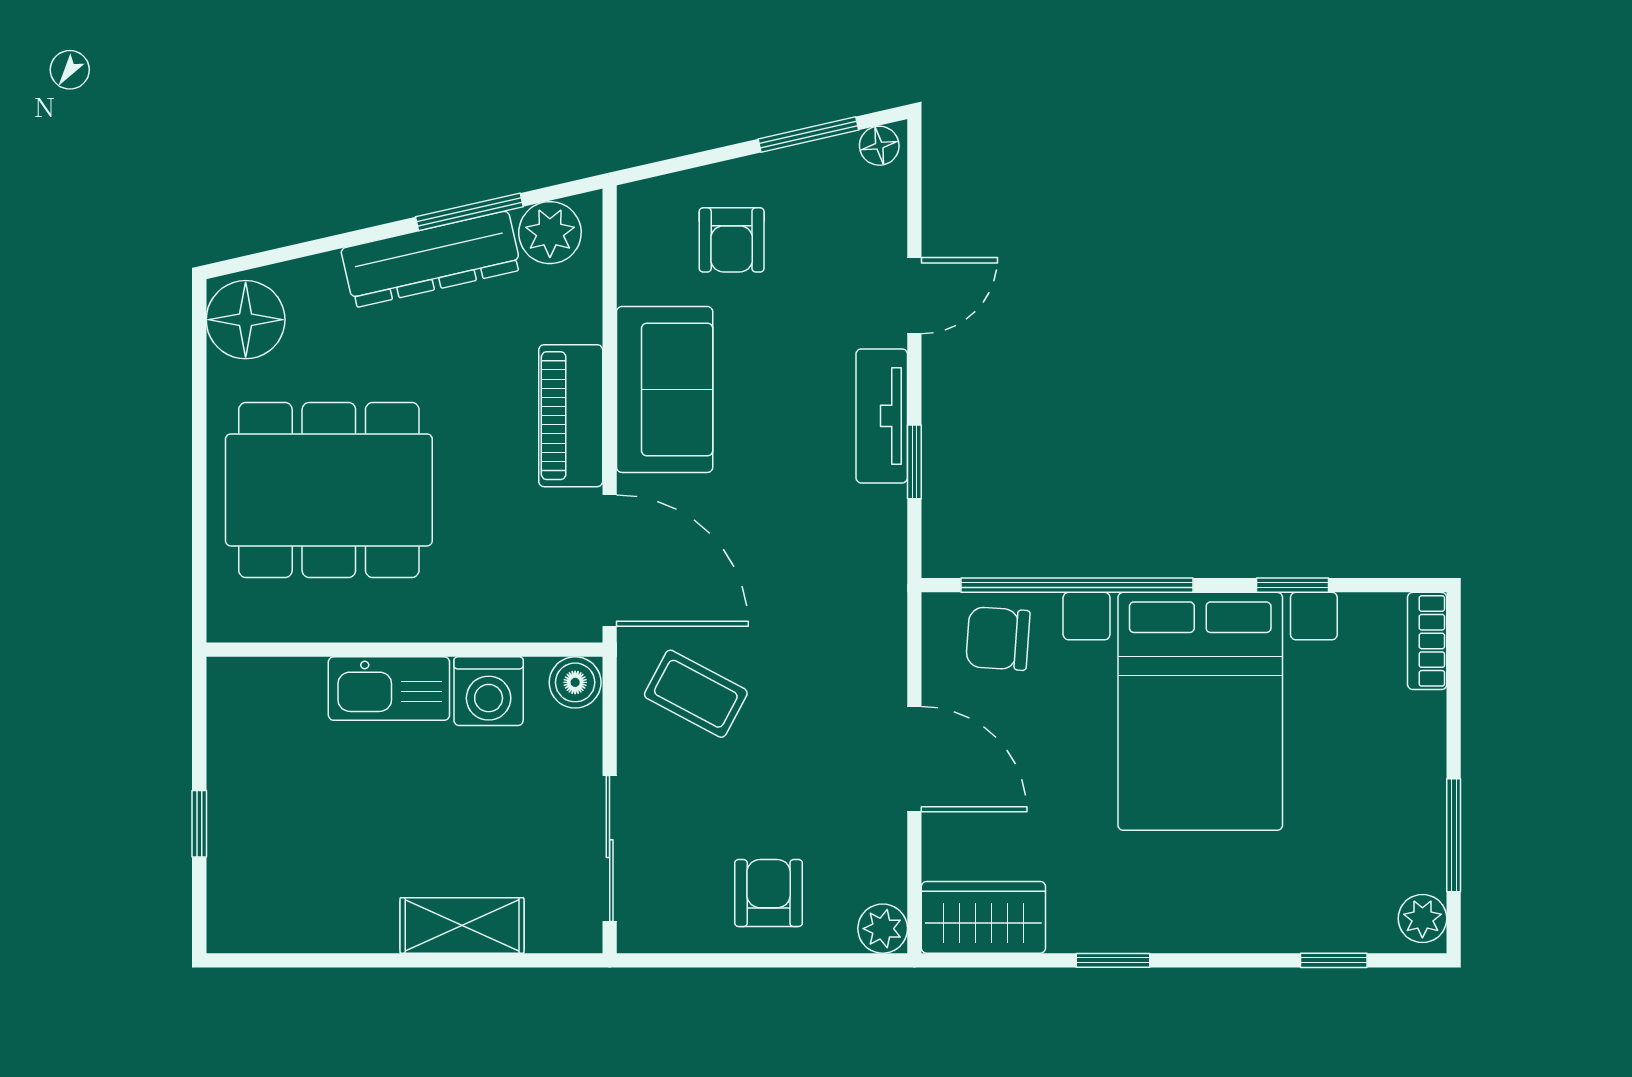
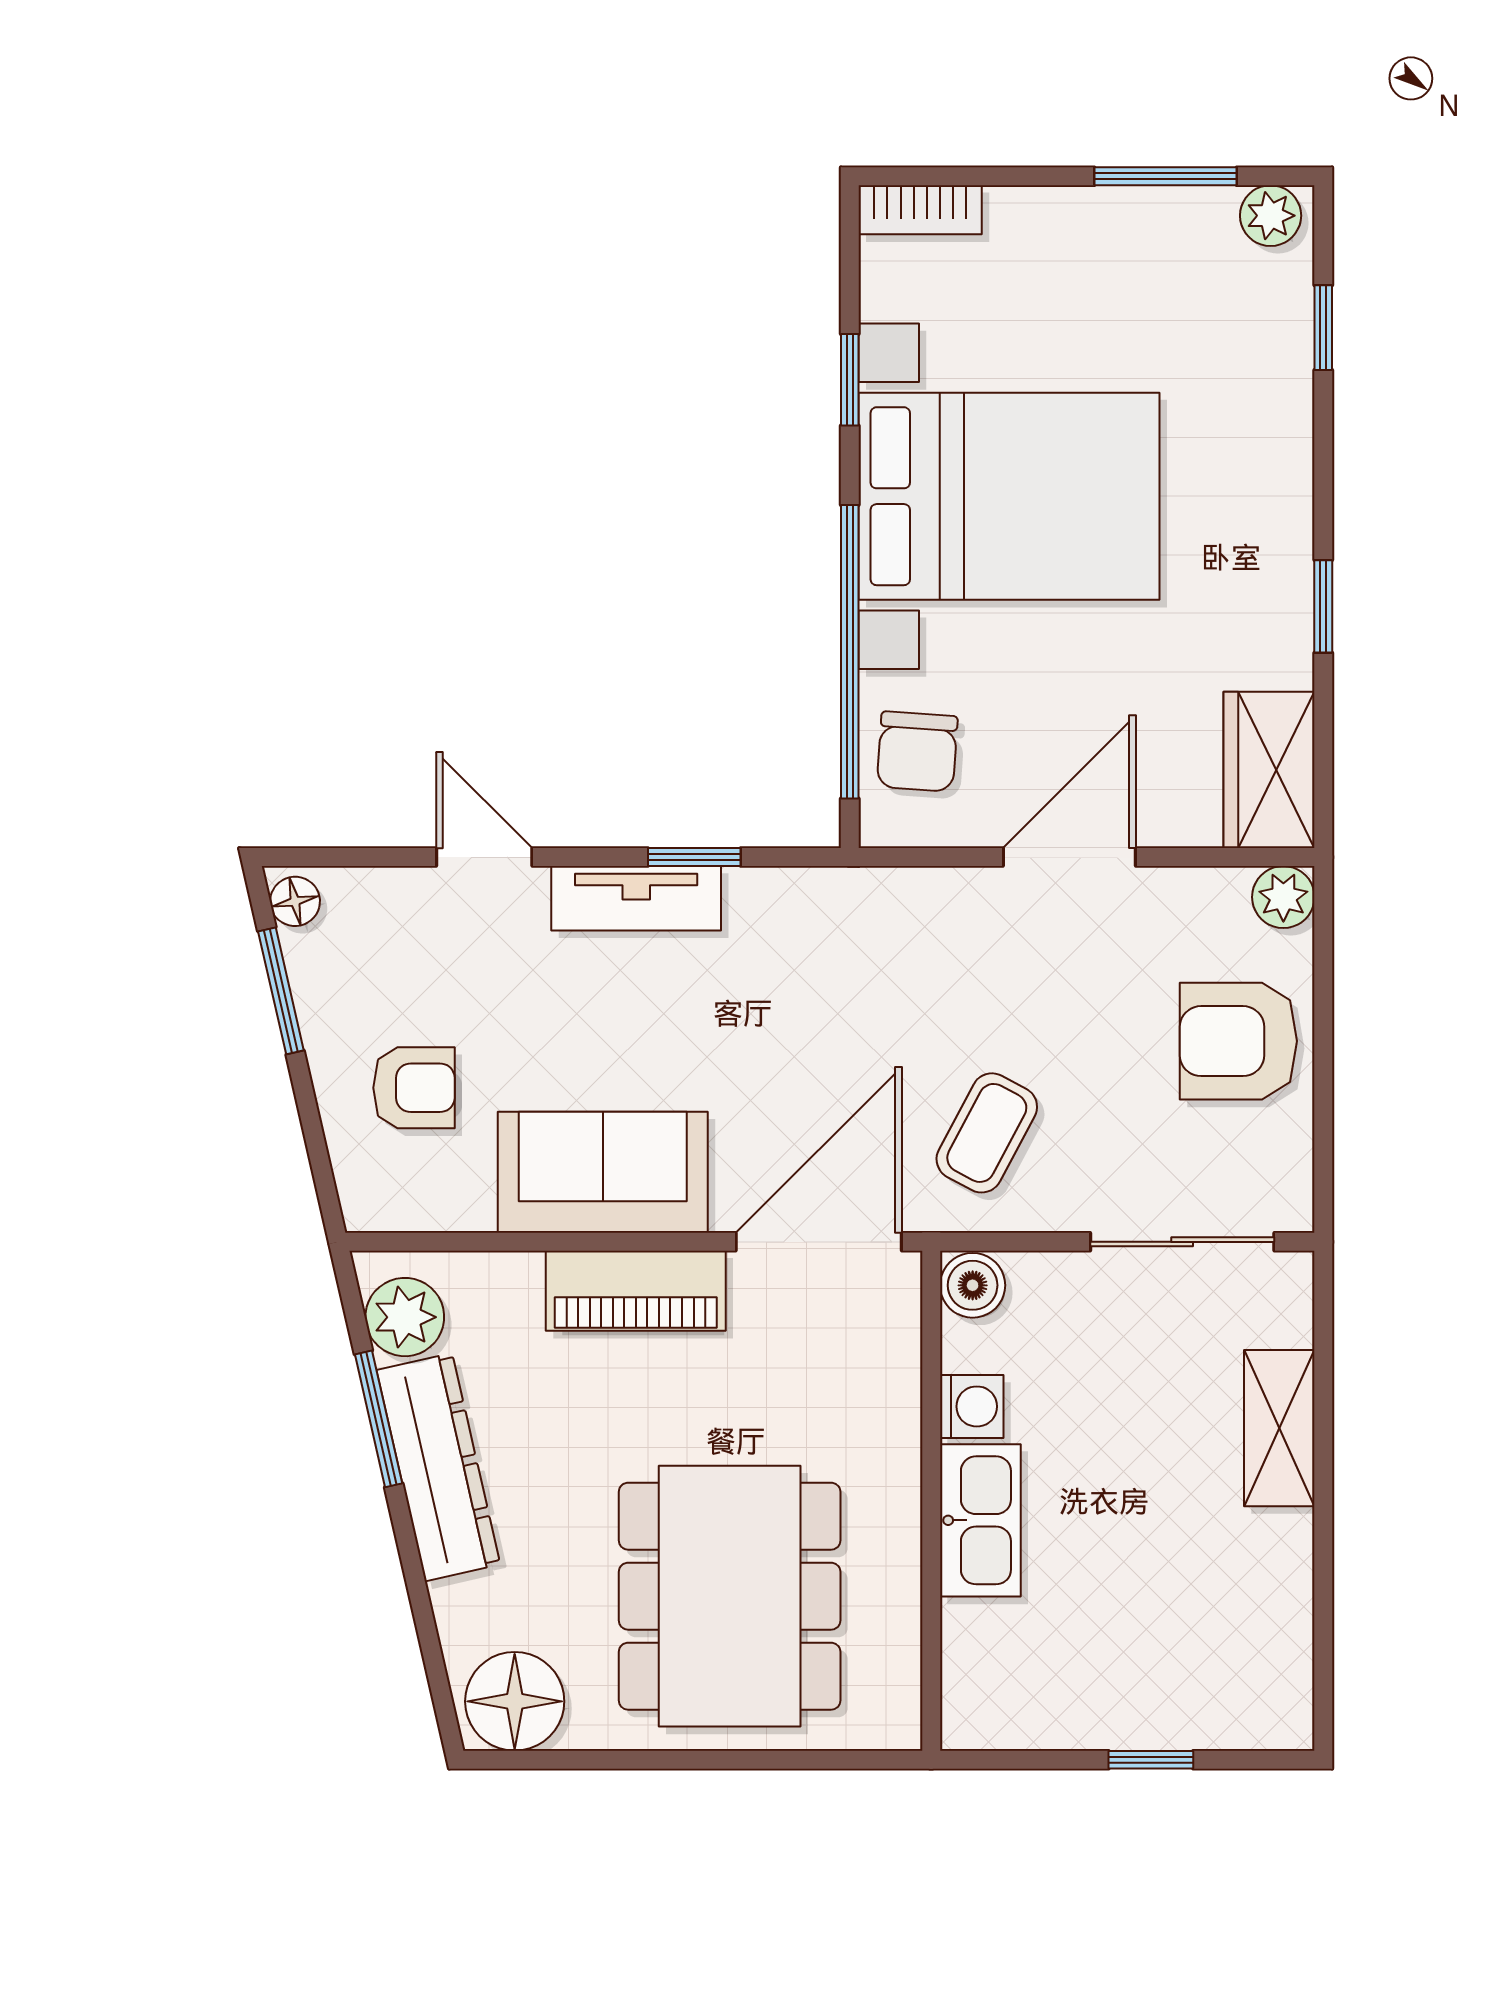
washing machine: (489, 691) -> (972, 1406), width x0.73, depth x0.73
armchair: (769, 893) -> (1238, 1041), width x1.38, depth x1.38

